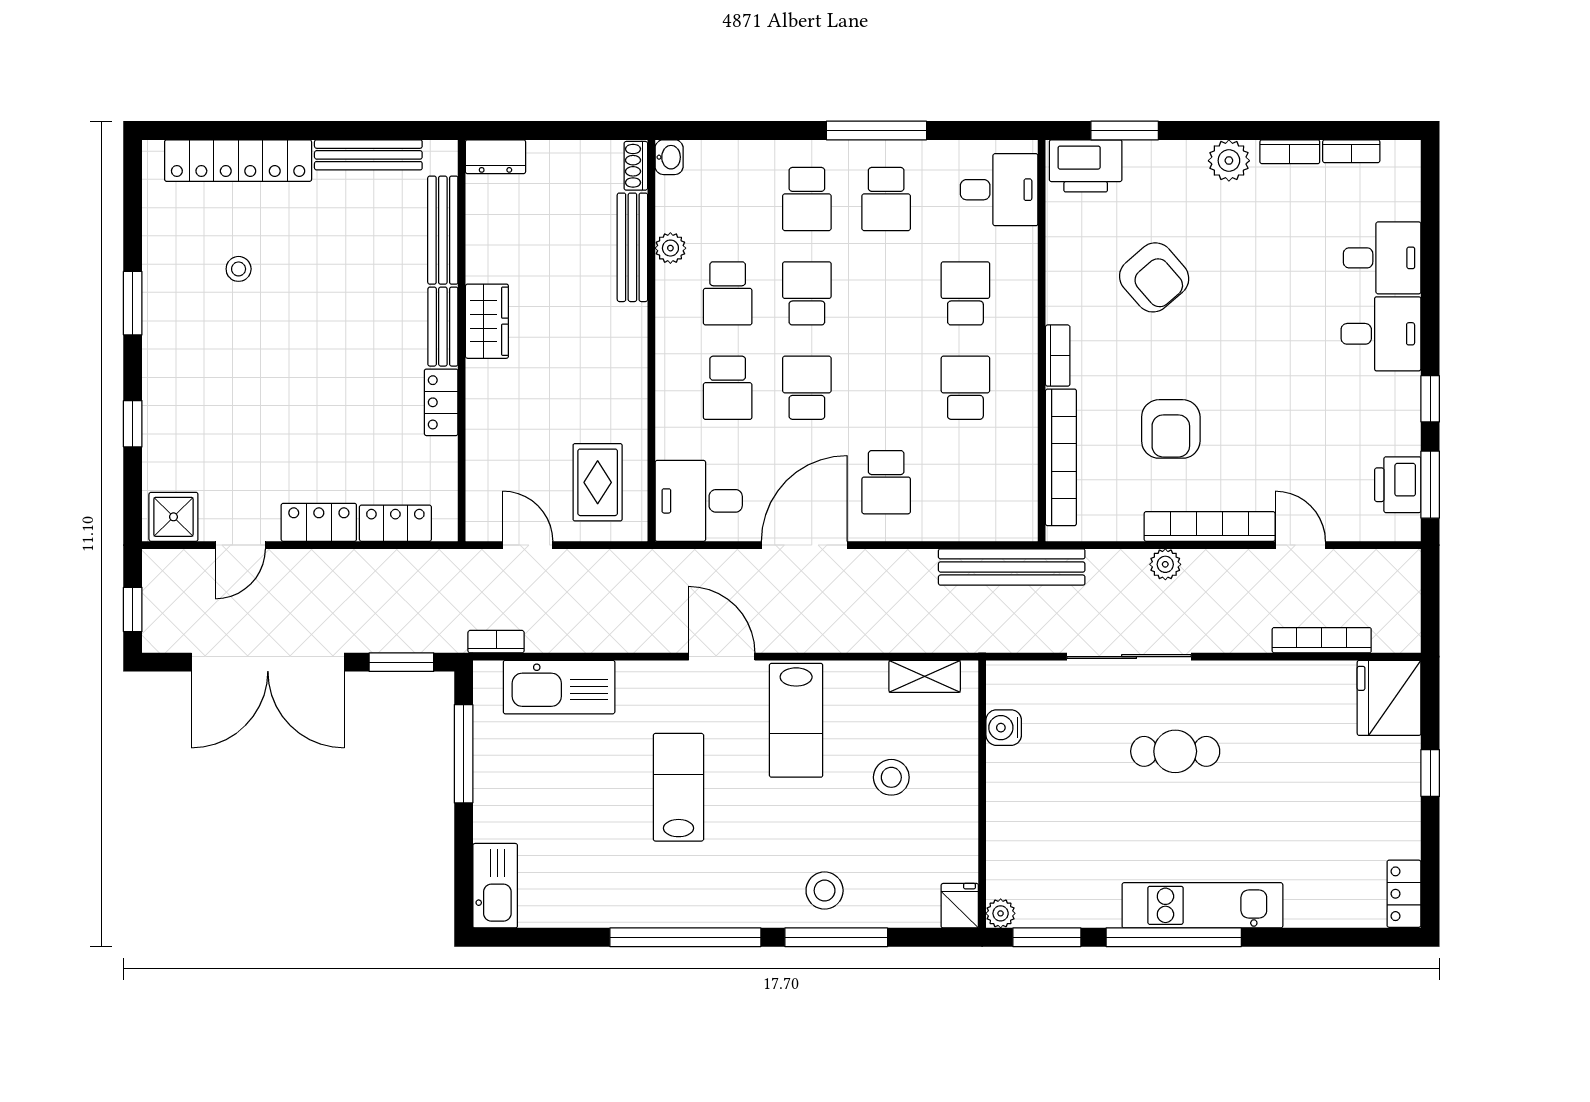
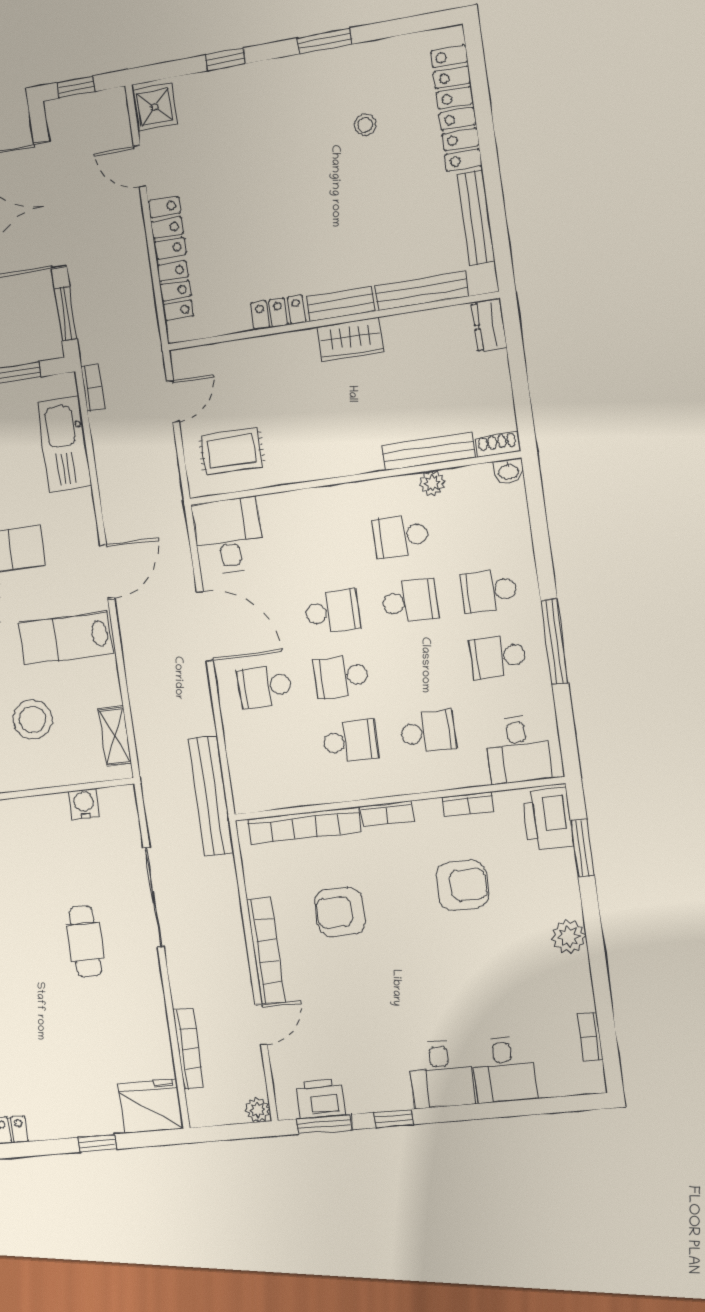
bookcase: (1290, 152) -> (468, 804), moved, turned -90
armchair: (1154, 277) -> (462, 885), turned -139
school desk: (728, 388) -> (341, 677), moved
plant: (1165, 564) -> (258, 1110), moved
stool: (891, 777) -> (33, 719), width x1.38, depth x1.38

